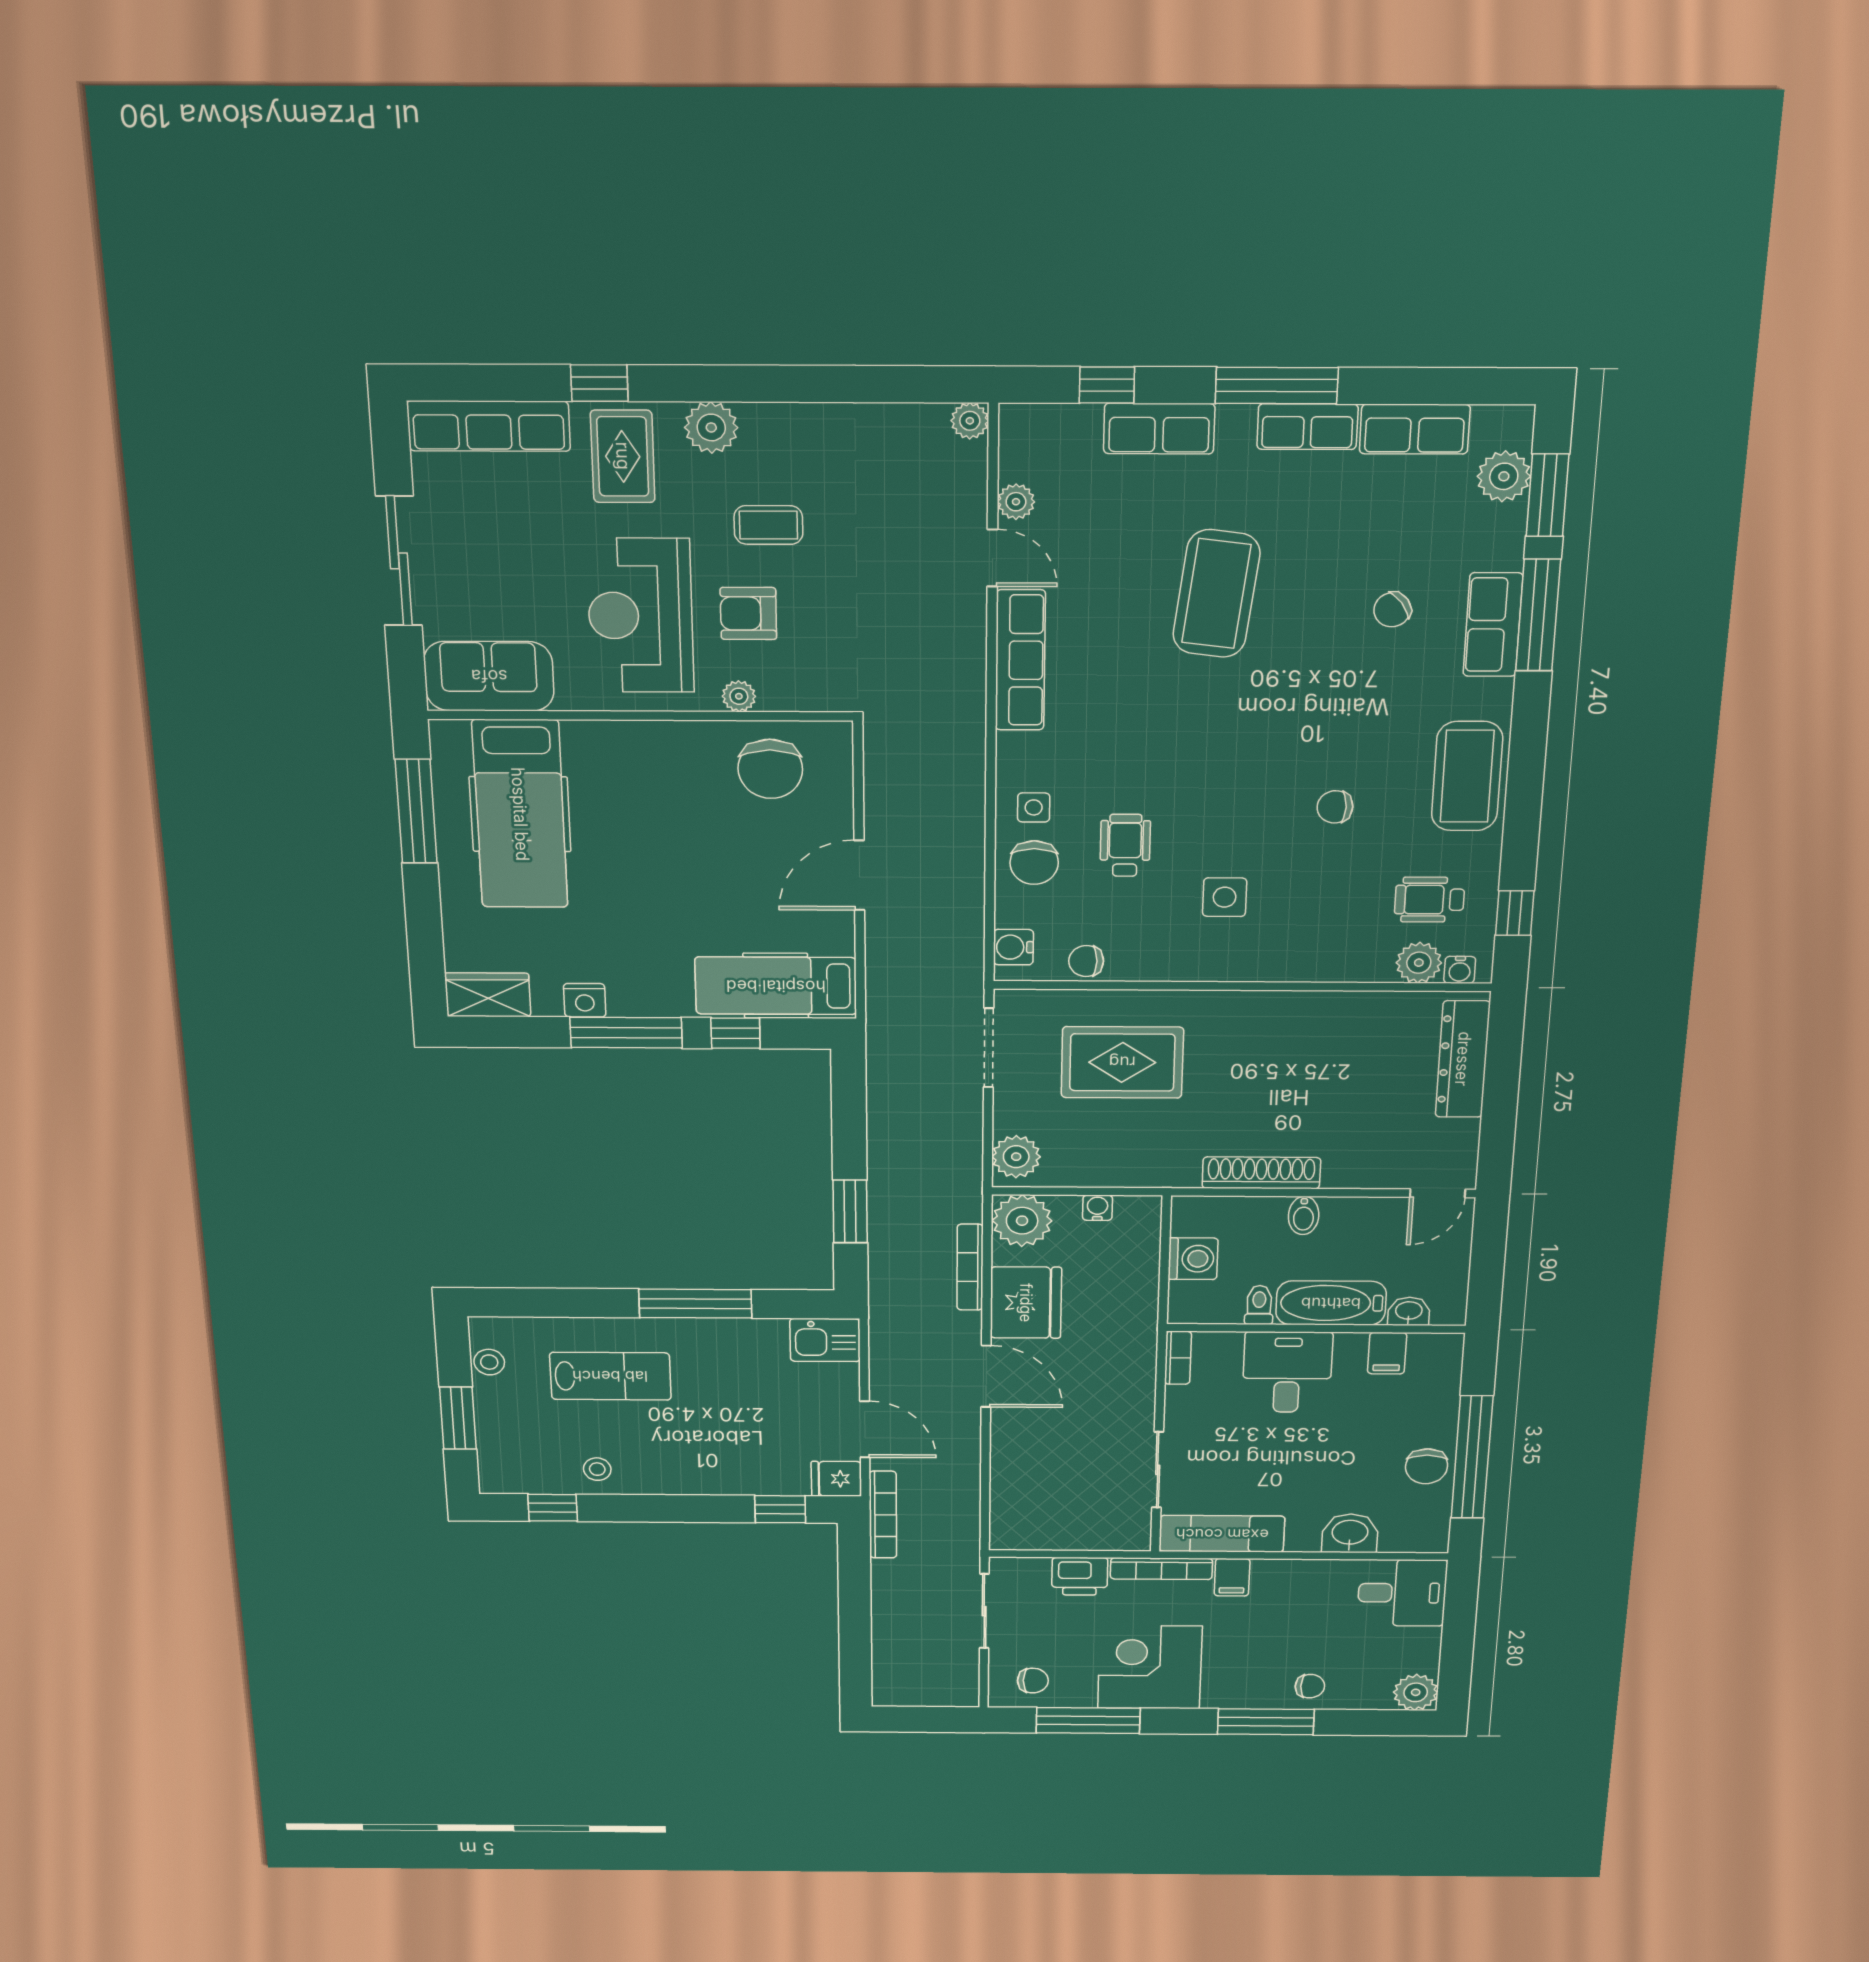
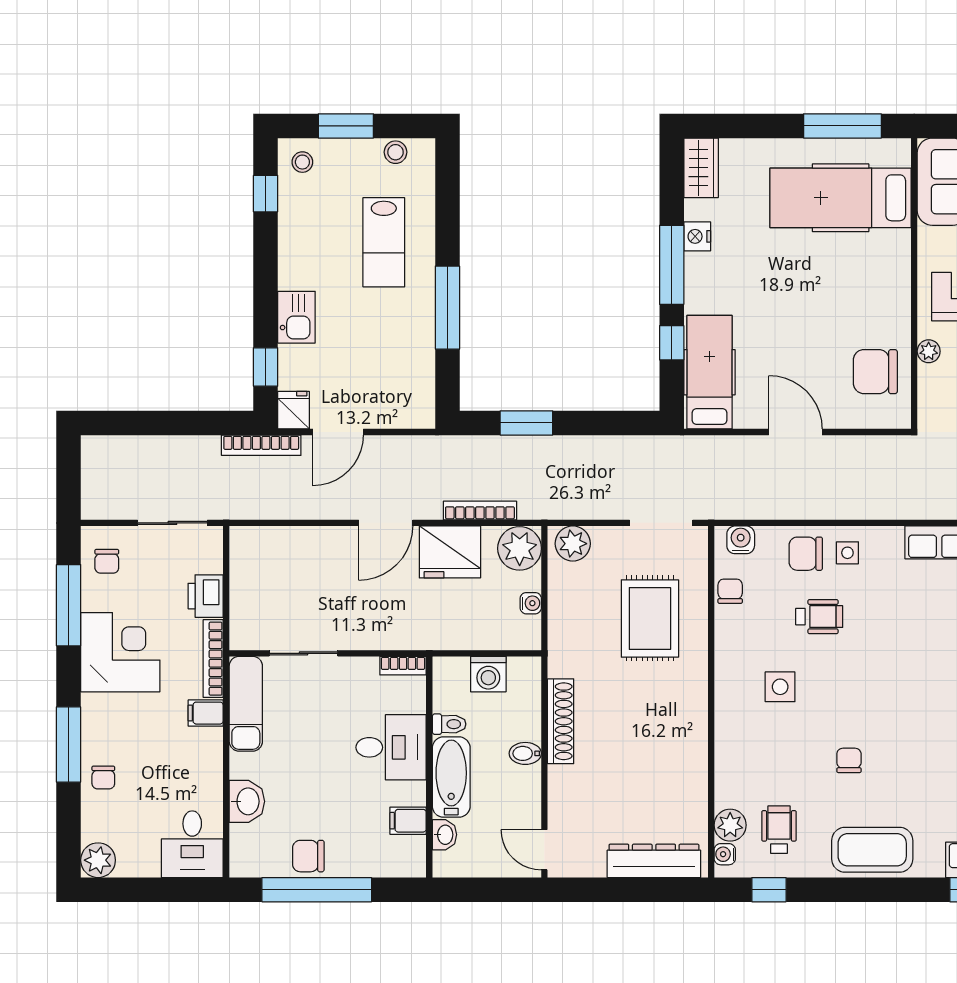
kitchen sink: (825, 1340) -> (296, 317), moved, turned 180
stool: (597, 1469) -> (302, 162), moved

